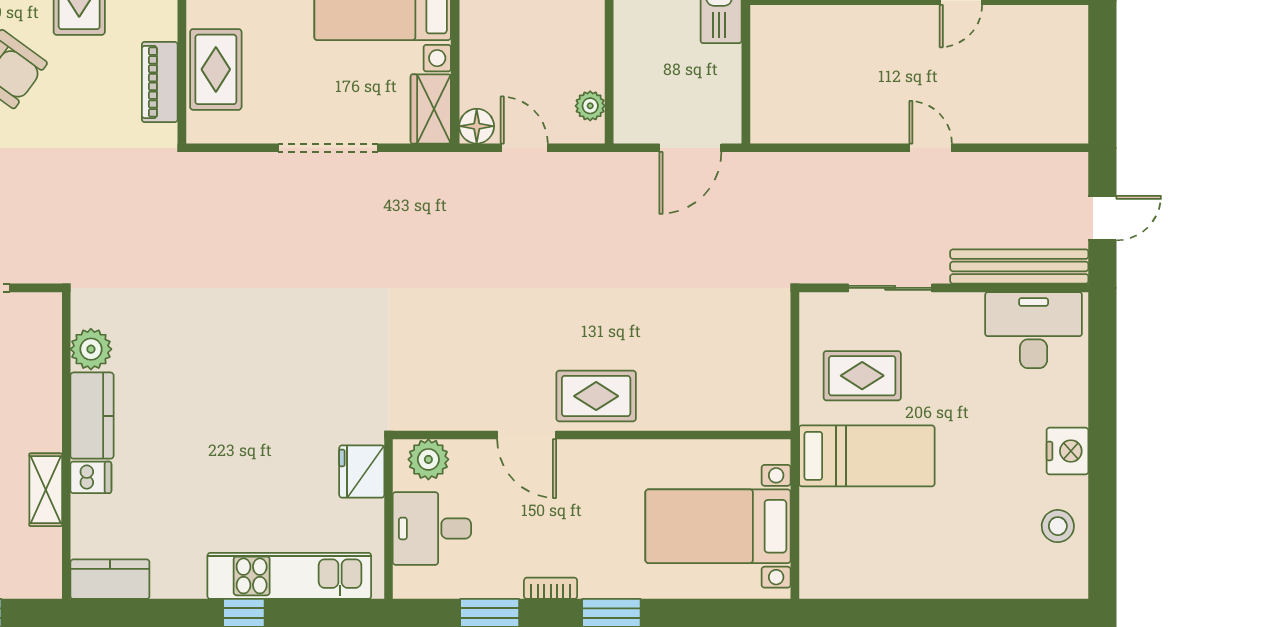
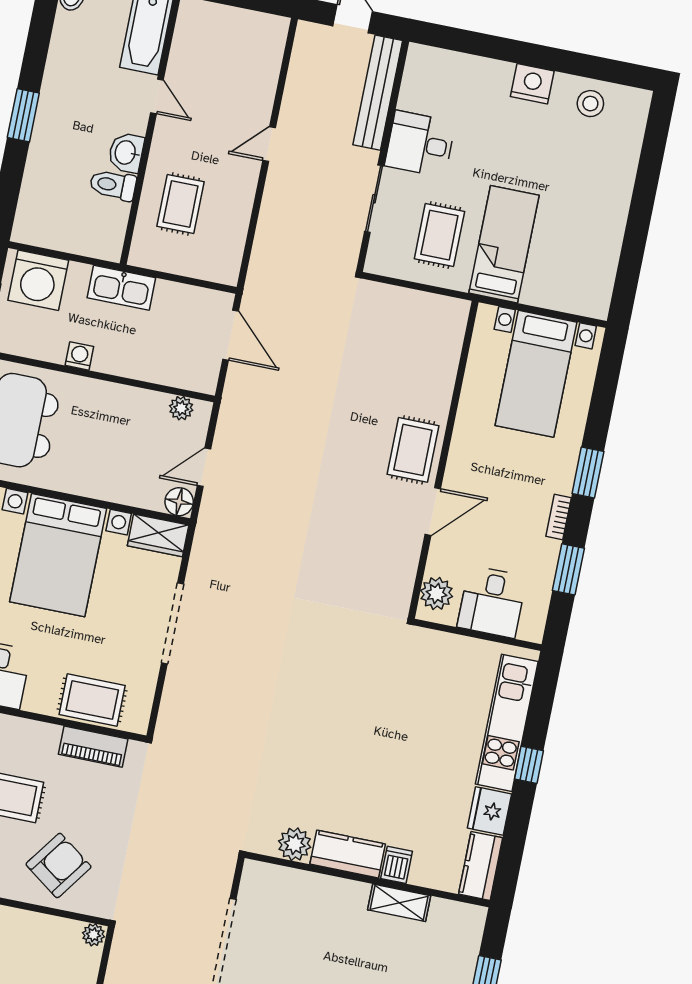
rug: (837, 55) -> (181, 204), added
desk: (1034, 330) -> (420, 144), moved, width x0.73
fridge: (362, 472) -> (489, 811), moved, turned 90

